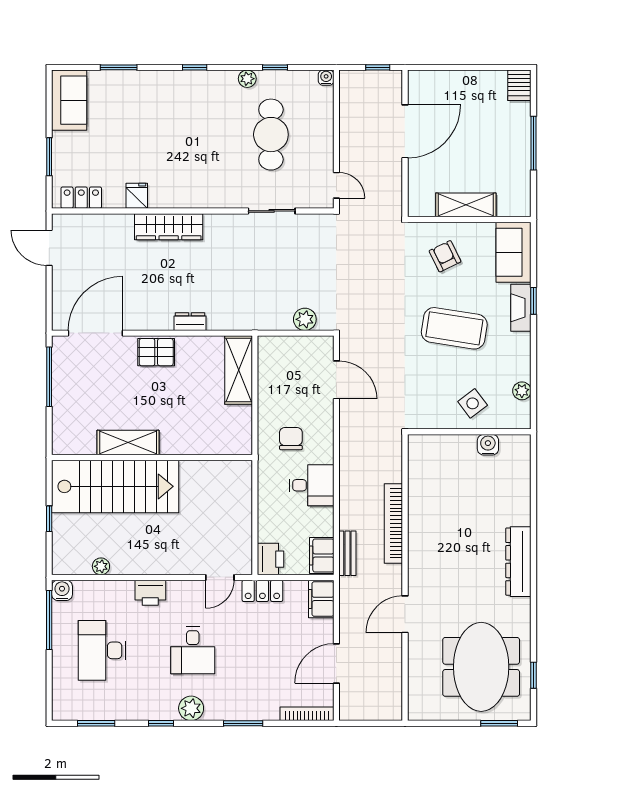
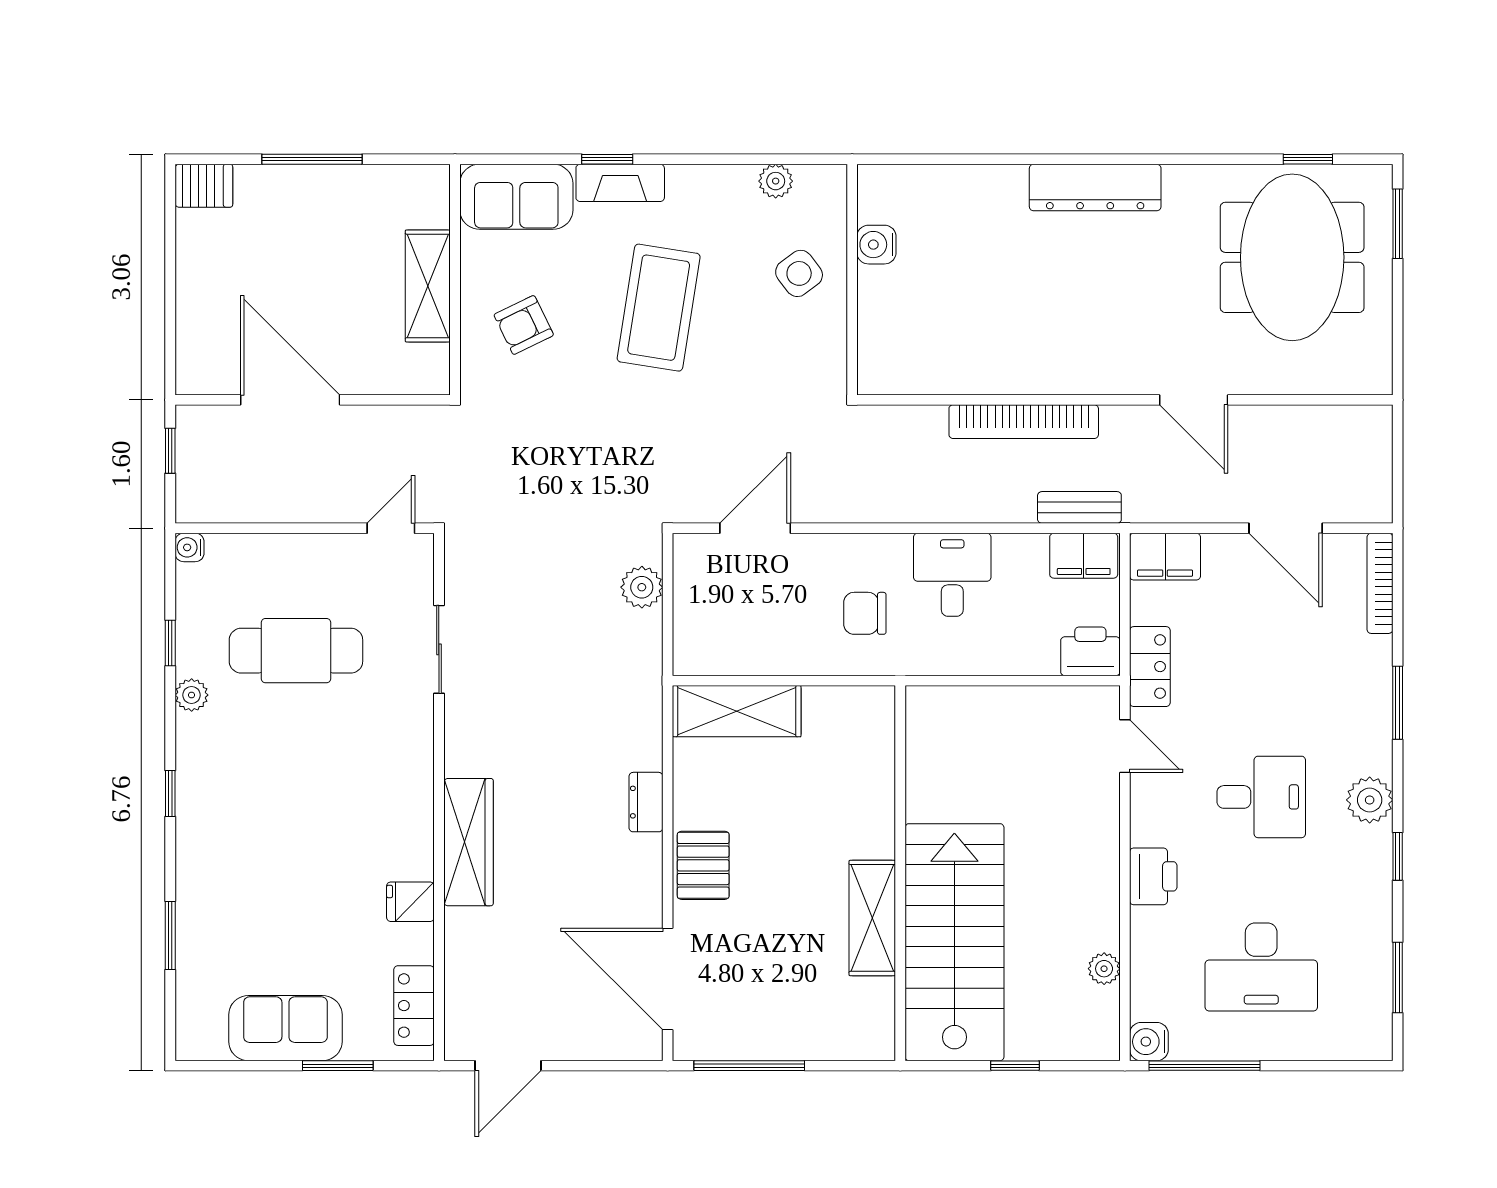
sofa: (69, 100) -> (285, 1028), moved
meeting table: (481, 667) -> (1292, 257), turned 90

